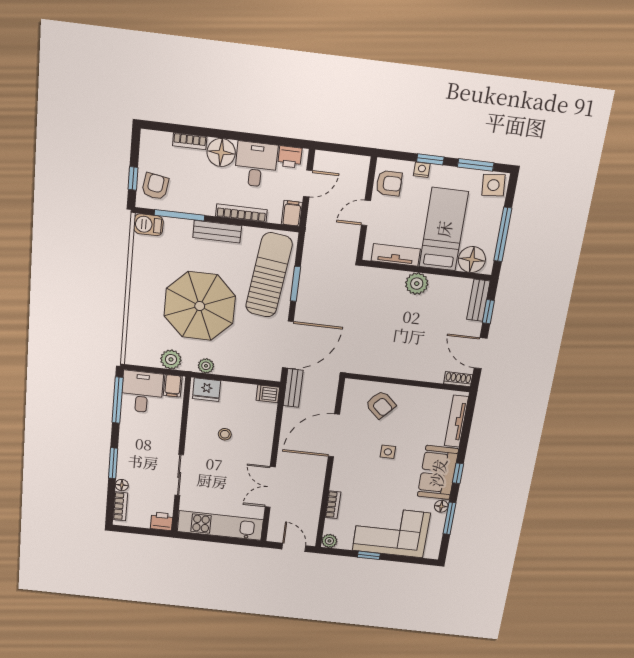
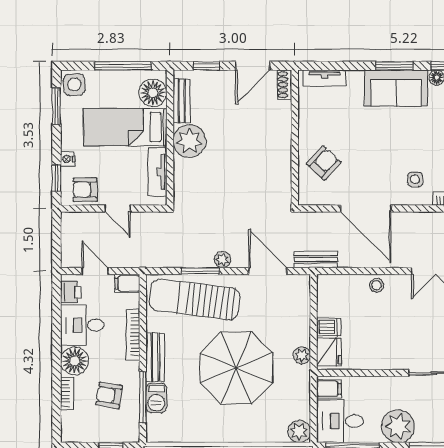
window: (430, 159) -> (56, 178), moved
armchair: (389, 183) -> (85, 190), turned -90
armchair: (155, 186) -> (109, 395), moved
barbecue: (148, 225) -> (156, 398), moved
plant: (417, 284) -> (189, 141), width x1.36, depth x1.36
bench: (478, 300) -> (181, 101), moved, turned 90
plant: (304, 305) -> (222, 260), added
door: (288, 345) -> (268, 271), width x0.73
plant: (171, 359) -> (299, 431), moved
dishwasher: (268, 394) -> (329, 327), moved, turned -90
tv unit: (456, 421) -> (324, 78), width x0.71
stool: (225, 434) -> (377, 285), moved
plant: (134, 441) -> (398, 426), added
side table: (388, 452) -> (415, 179), moved
window: (458, 473) -> (394, 66), width x1.50

